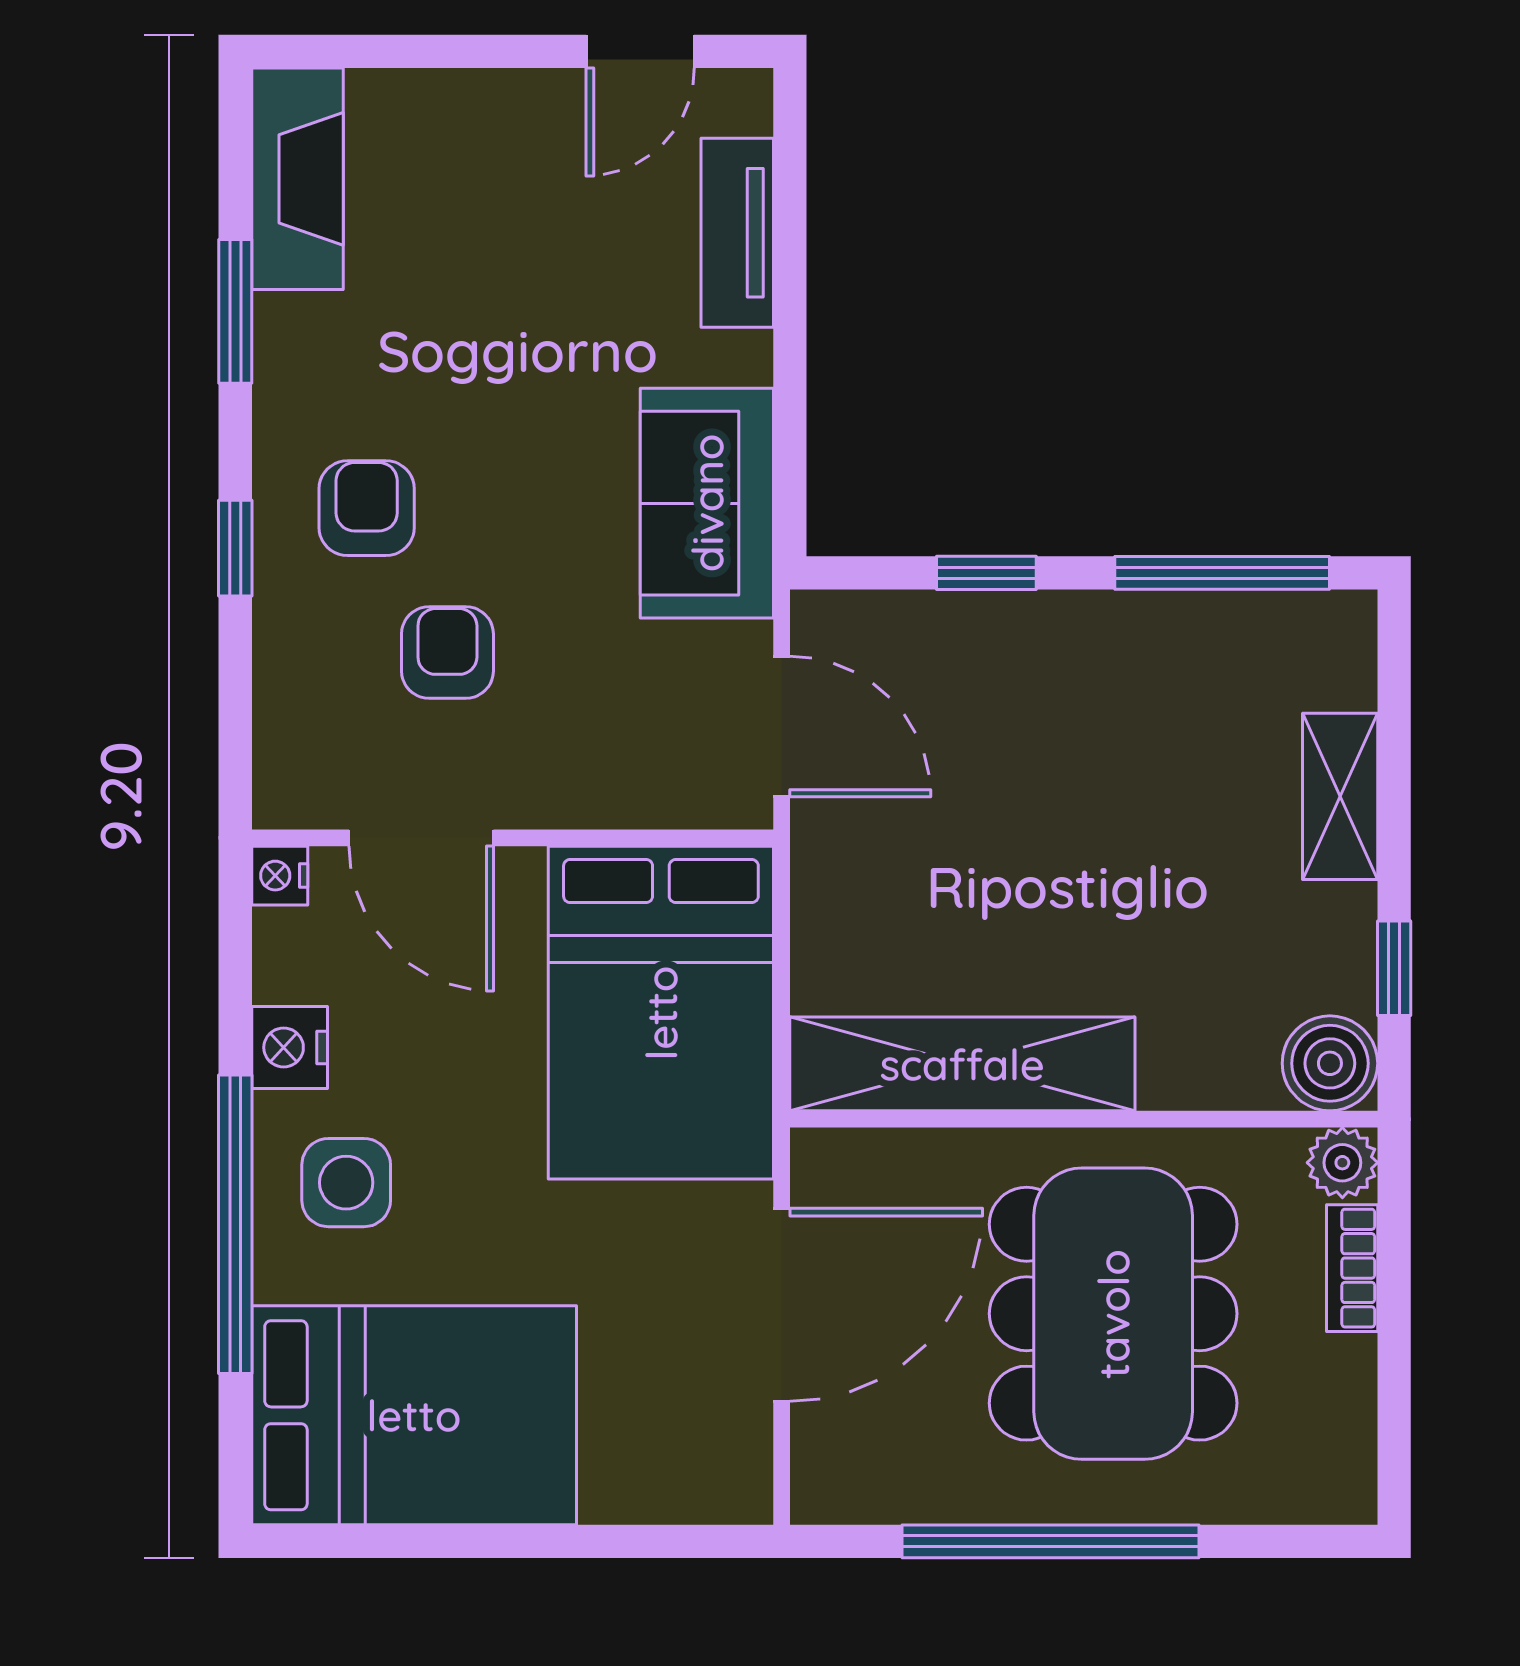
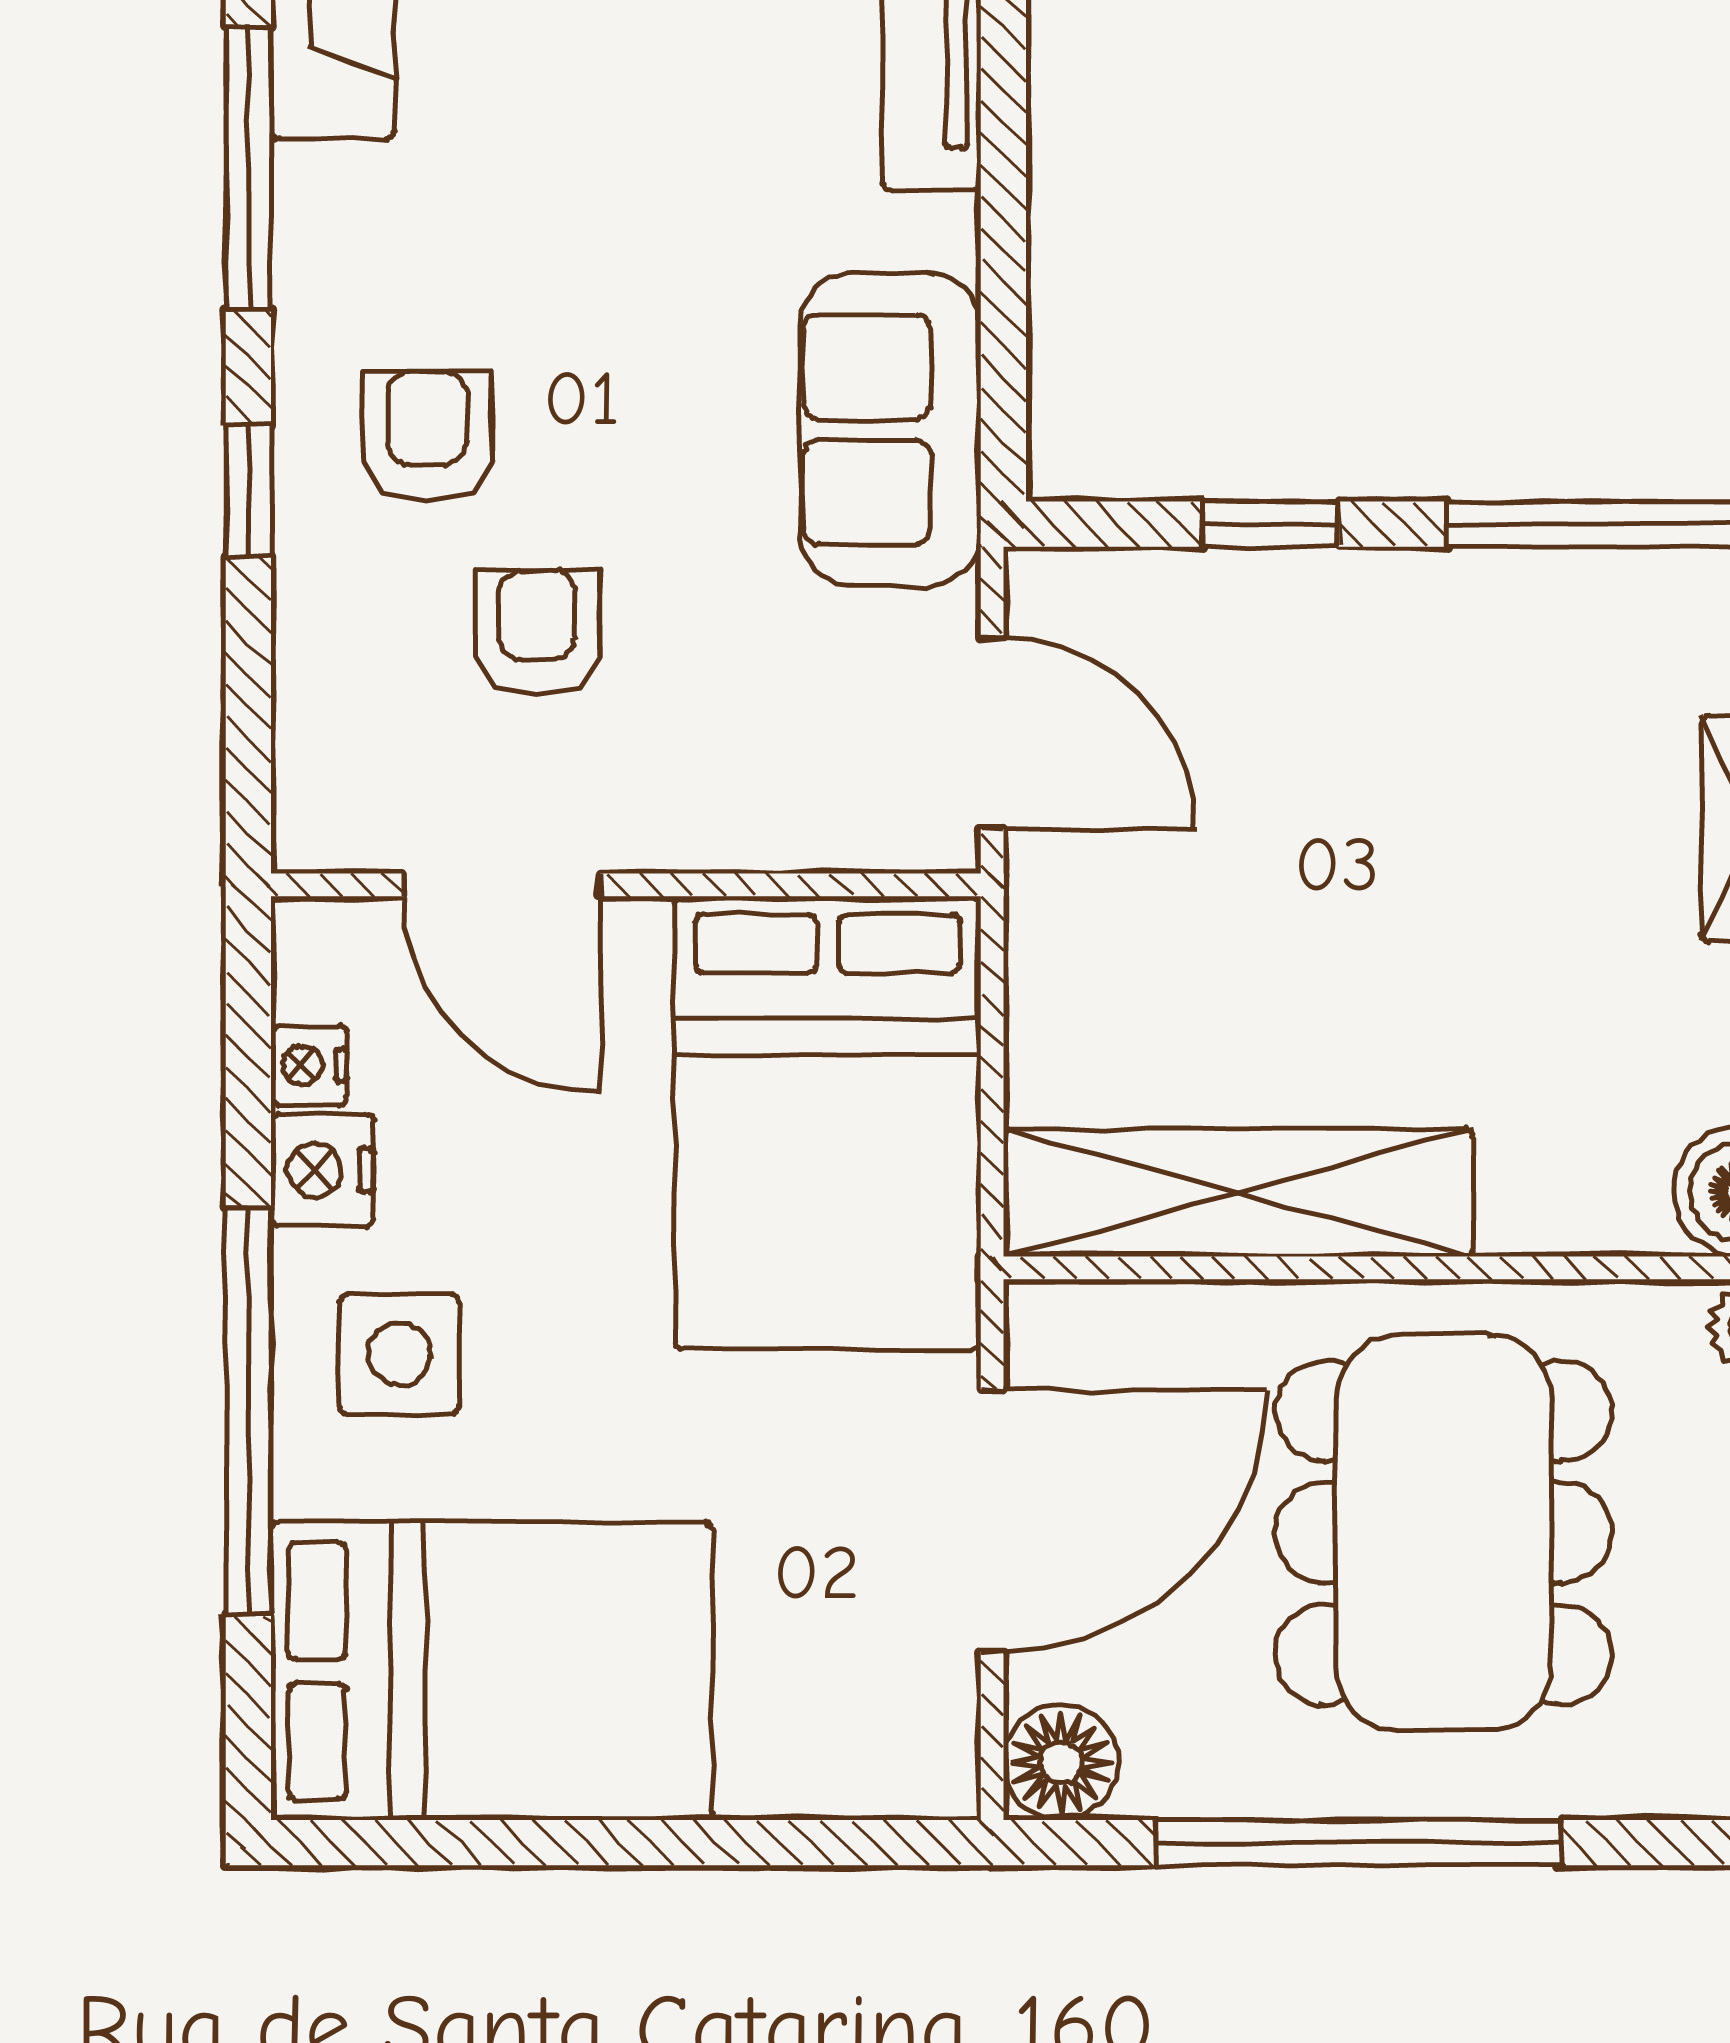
window: (235, 311) -> (248, 168), width x1.44
nightstand: (280, 876) -> (309, 1065), moved
floor lamp: (832, 1483) -> (1061, 1763), added

